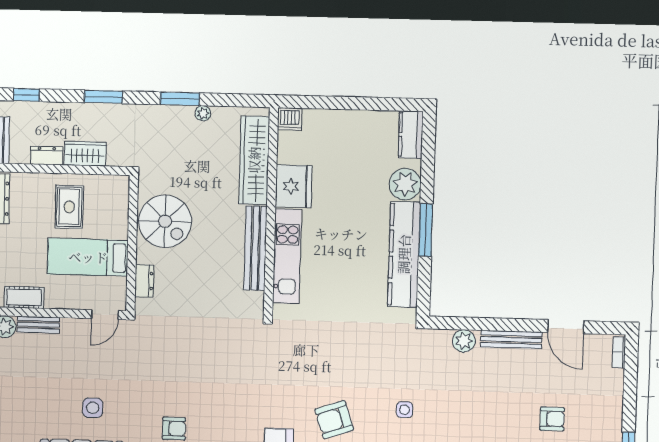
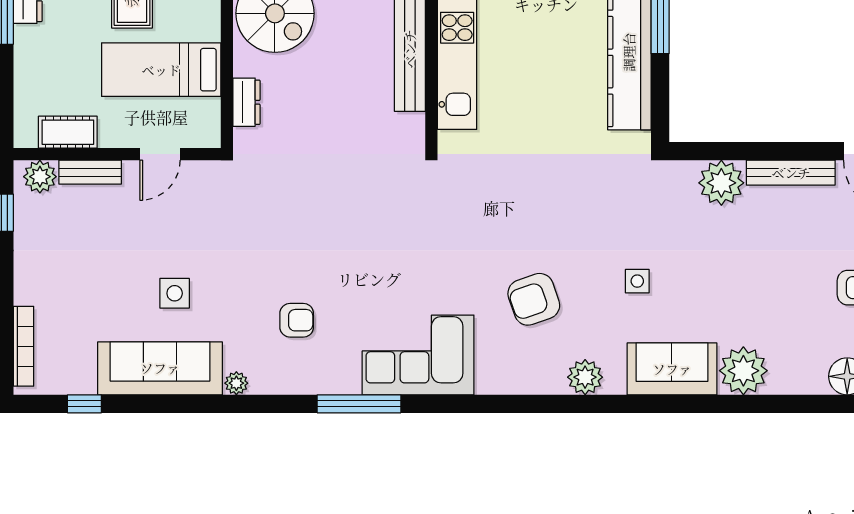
door: (105, 315) -> (160, 154), moved
plant: (464, 341) -> (721, 183), width x1.36, depth x1.36

